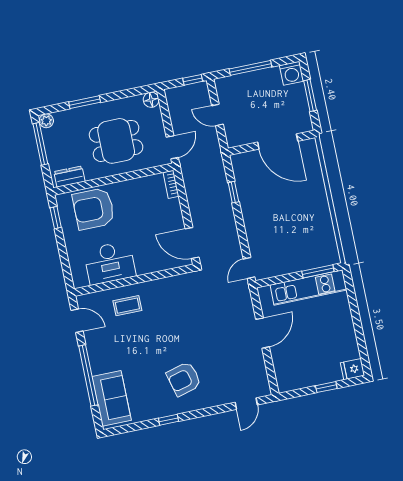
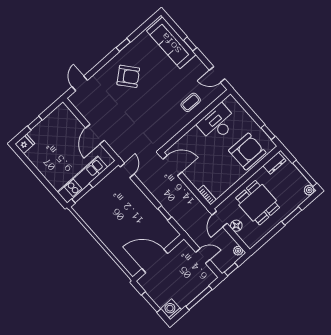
plant: (172, 97) -> (238, 251), added
floor lamp: (151, 100) -> (236, 226), moved
dining table: (116, 141) -> (258, 203), turned 90
window: (88, 375) -> (190, 44), width x0.32
armchair: (184, 379) -> (128, 76), turned 65
sofa: (112, 398) -> (171, 43), width x1.36

